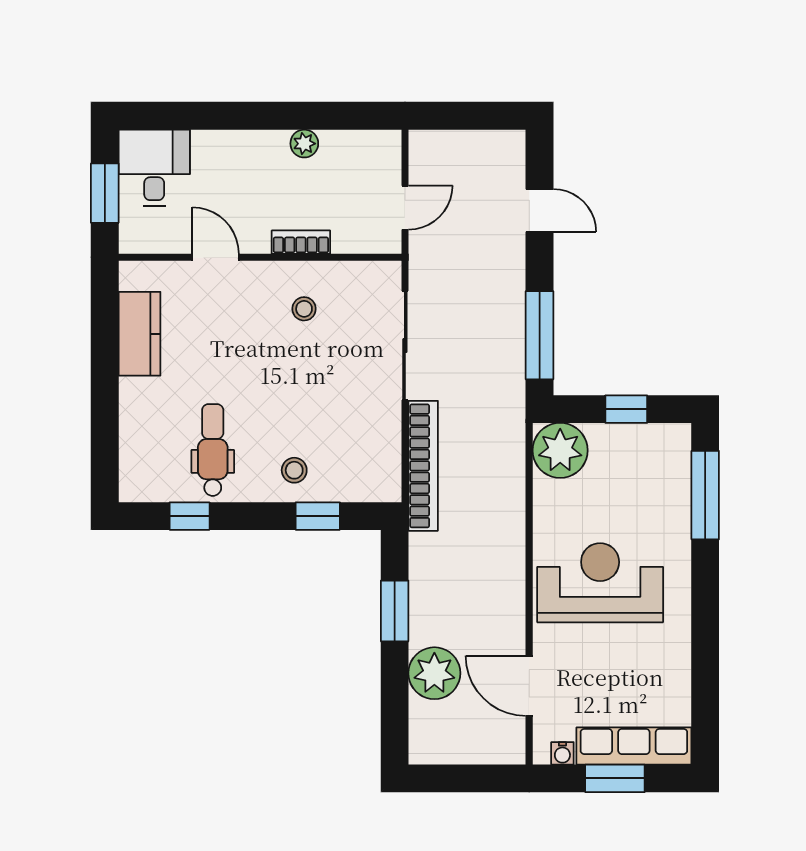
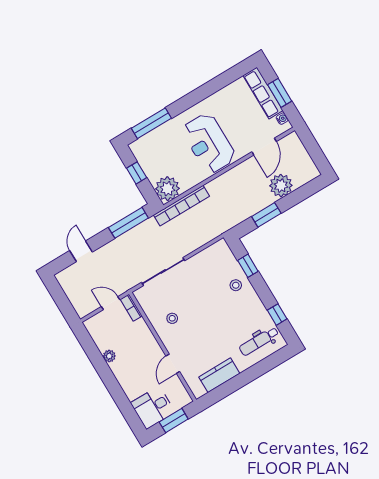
bookcase: (301, 242) -> (131, 308), moved
dental chair: (213, 450) -> (259, 341), moved
bookcase: (423, 466) -> (182, 206), moved, turned 180

